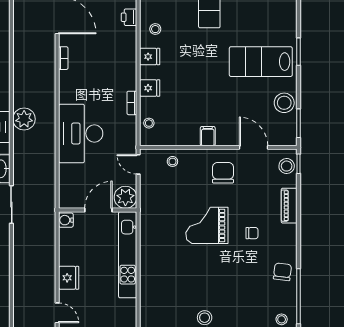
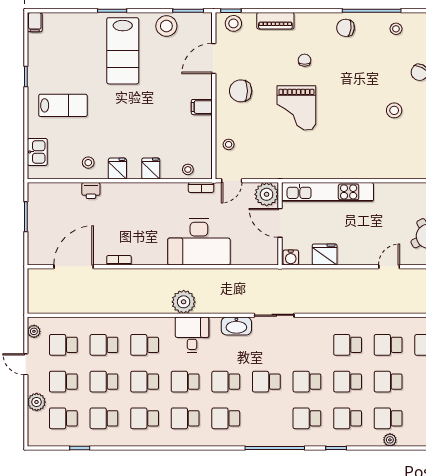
printer: (129, 17) -> (91, 191), moved
bookcase: (132, 103) -> (201, 187), moved
fridge: (69, 278) -> (325, 254), moved

